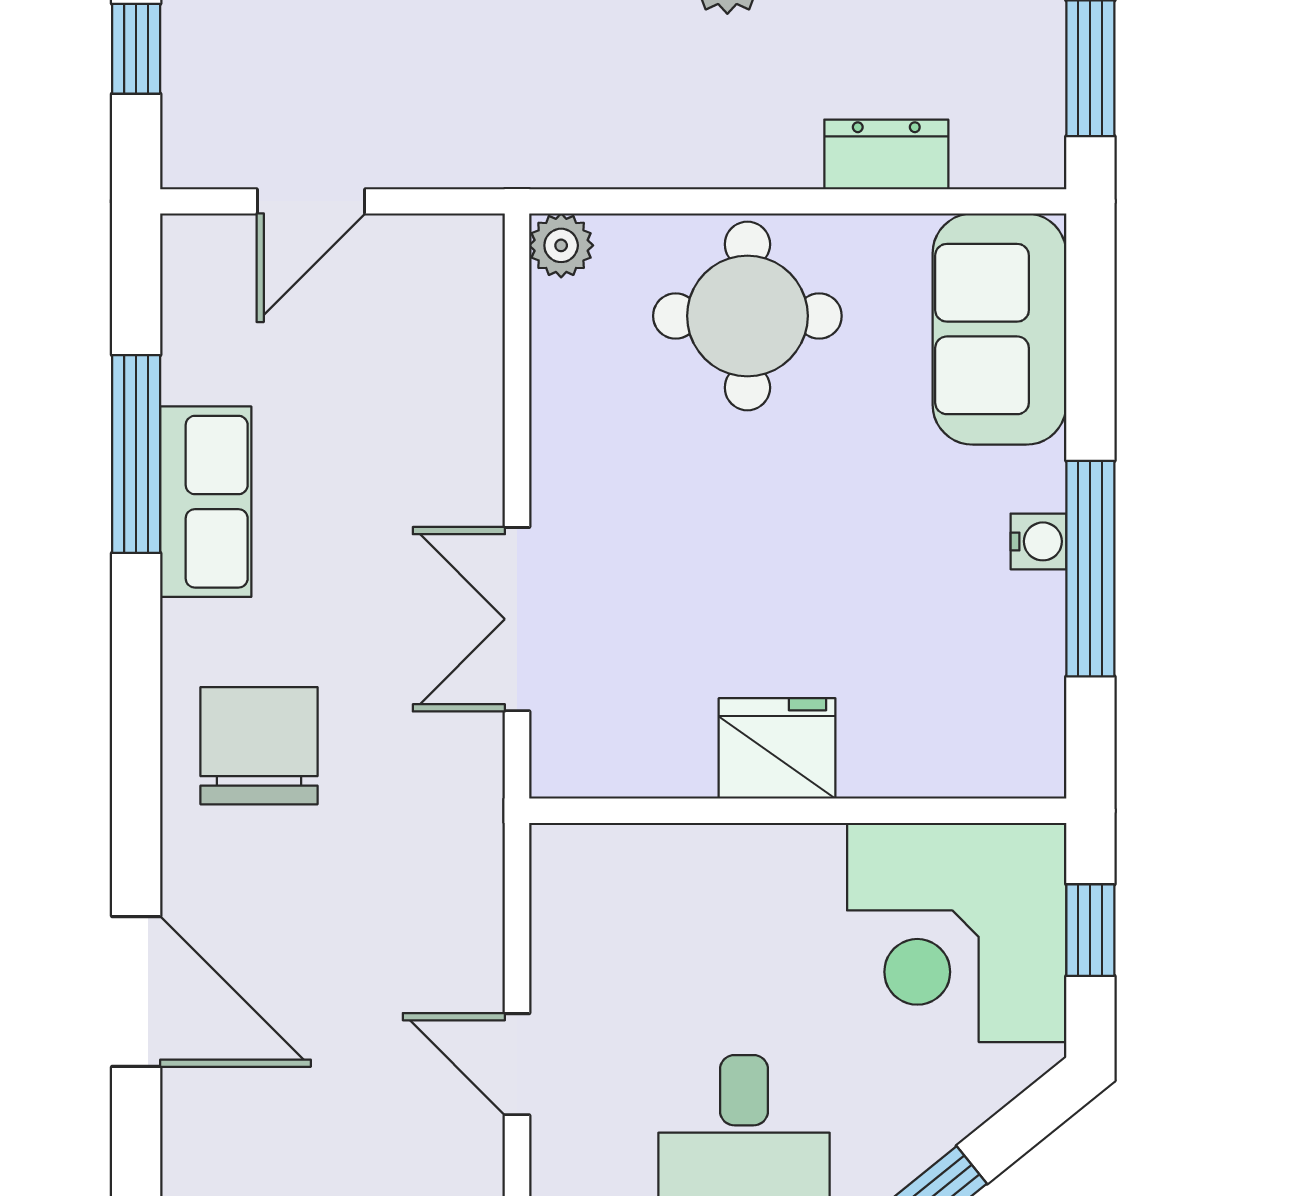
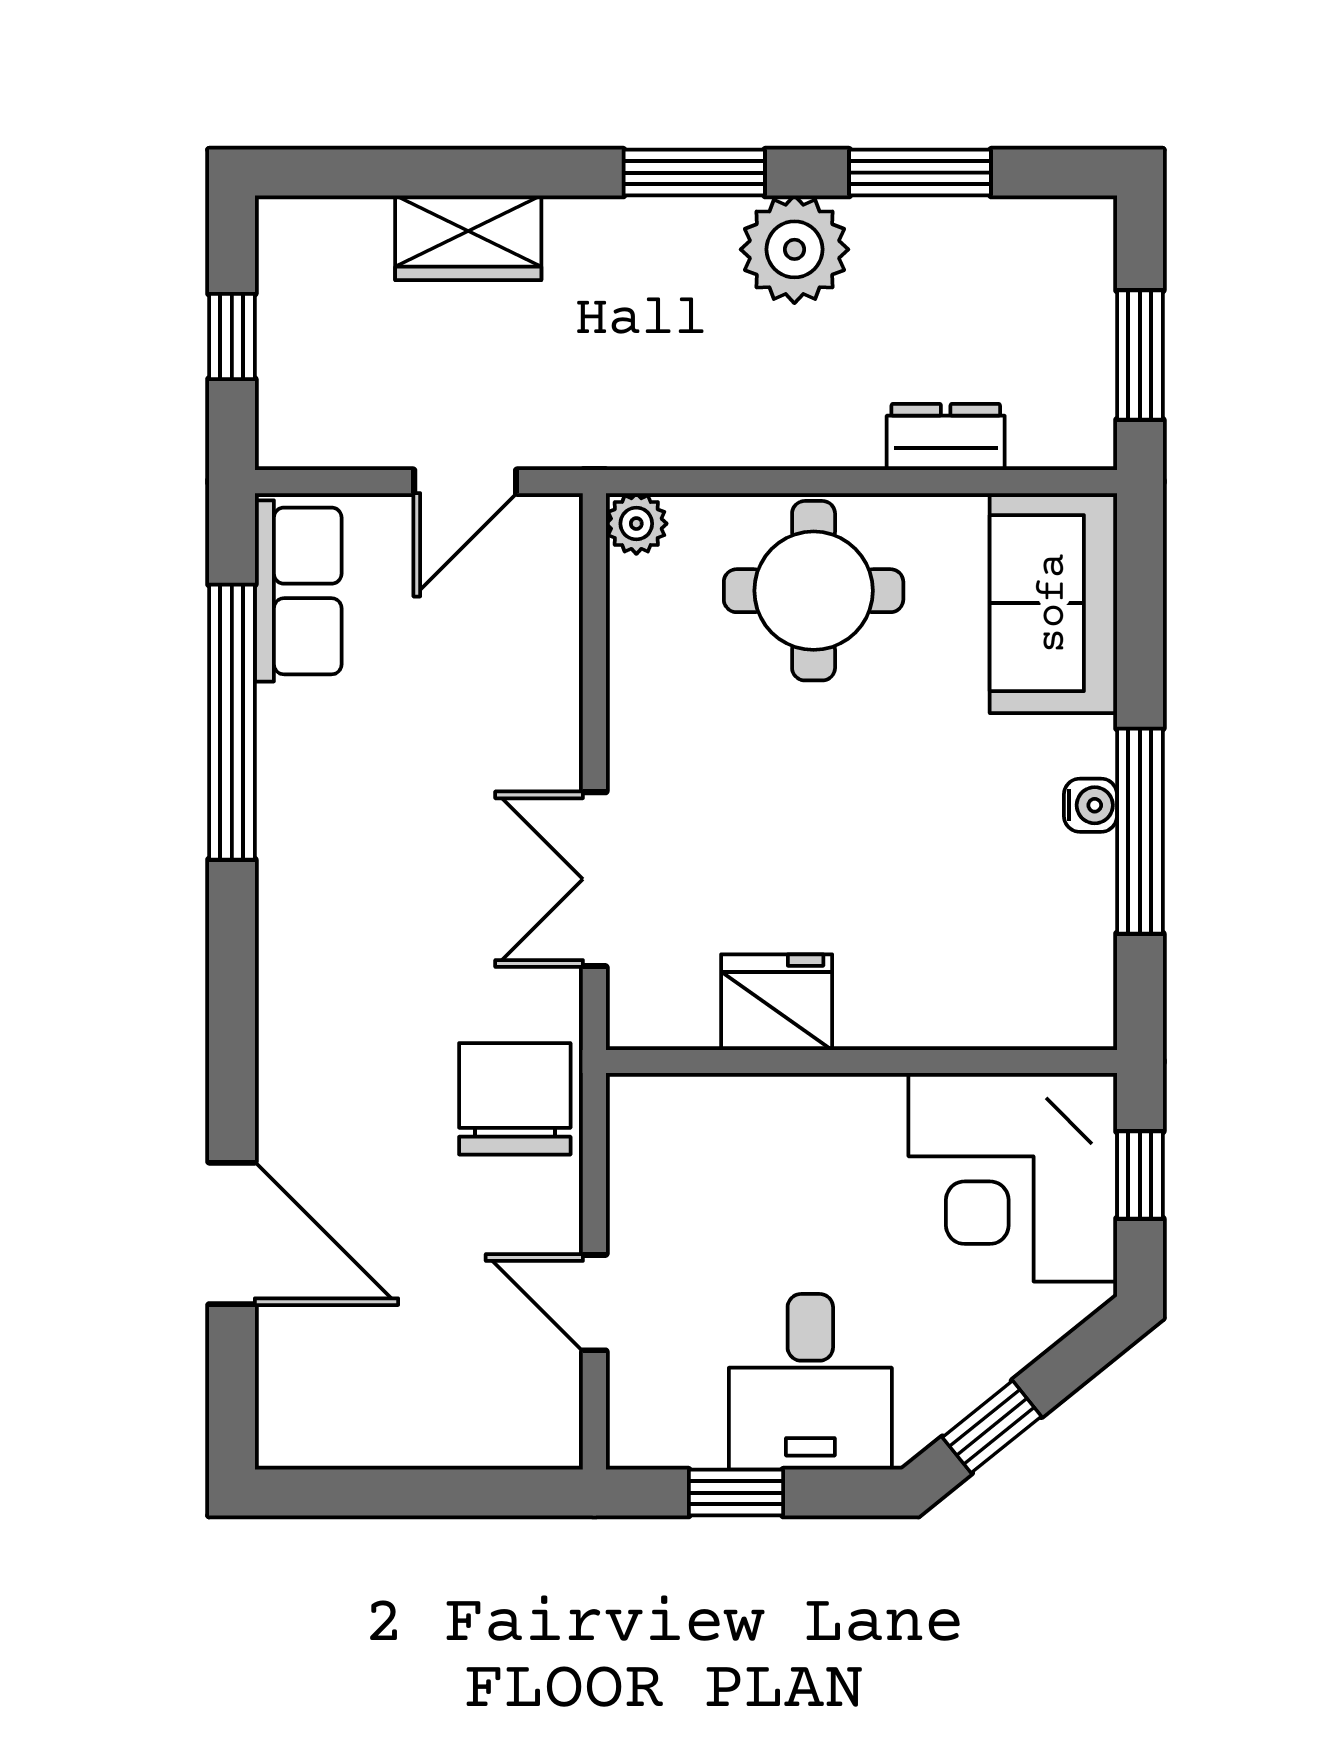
door: (311, 201) -> (465, 482), moved
window: (136, 454) -> (232, 722), width x1.46
row of seats: (206, 502) -> (298, 591), moved
chair: (259, 746) -> (515, 1099), moved
fridge: (777, 748) -> (777, 1002), moved

